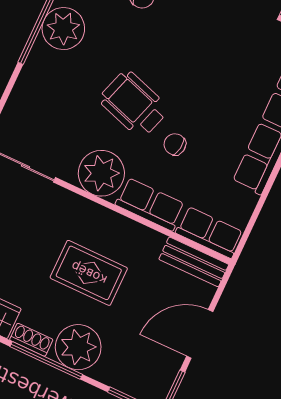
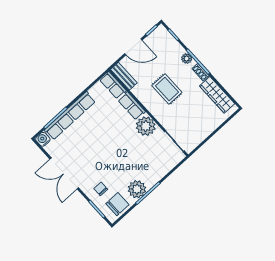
wheelchair: (134, 104) -> (122, 148), removed
chair: (175, 144) -> (112, 125), removed
plant: (78, 347) -> (187, 59), width x0.53, depth x0.53

